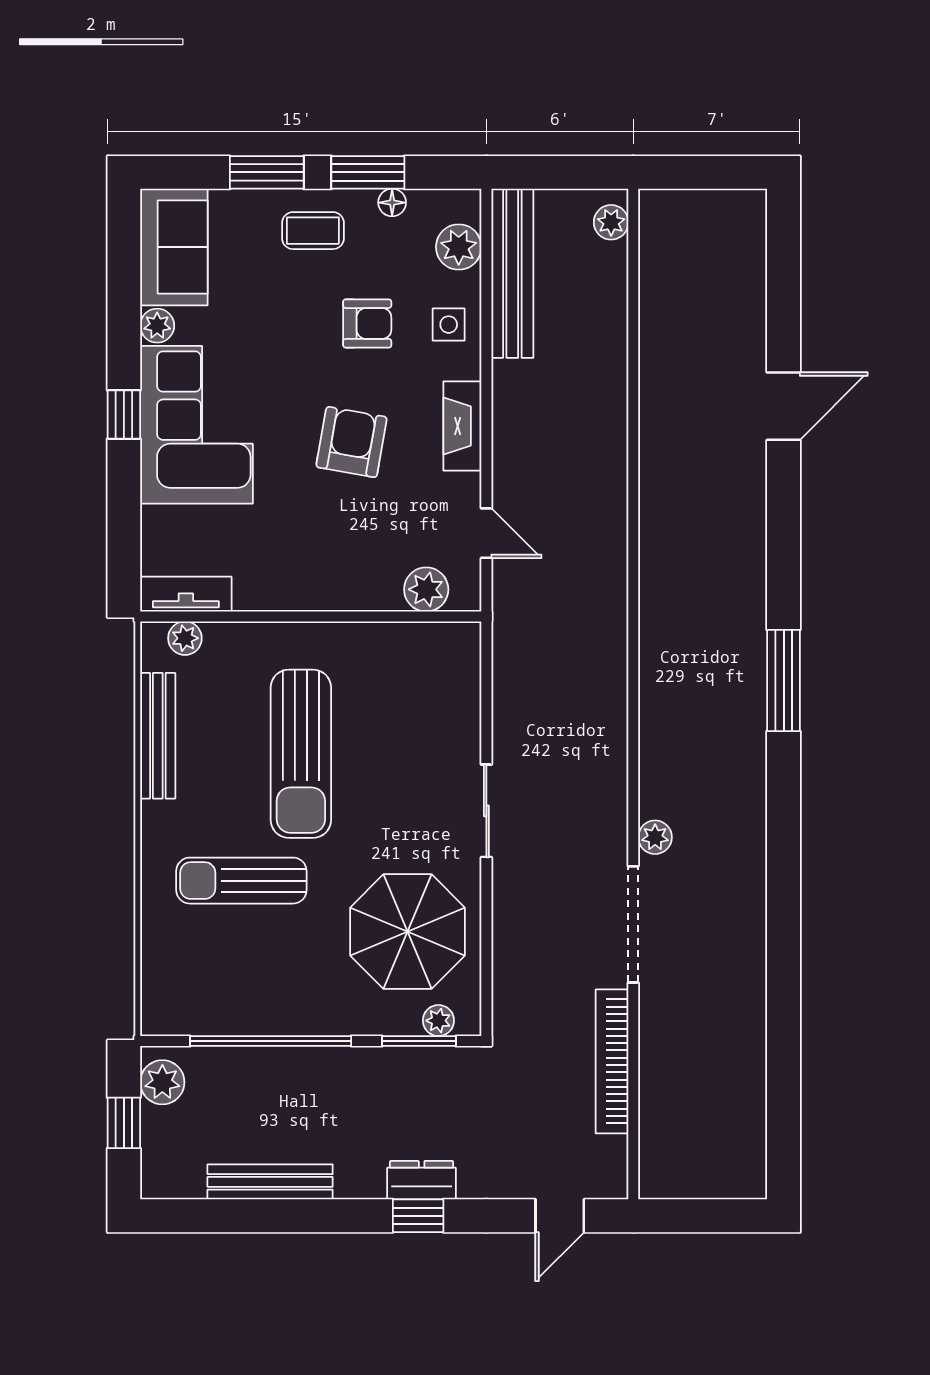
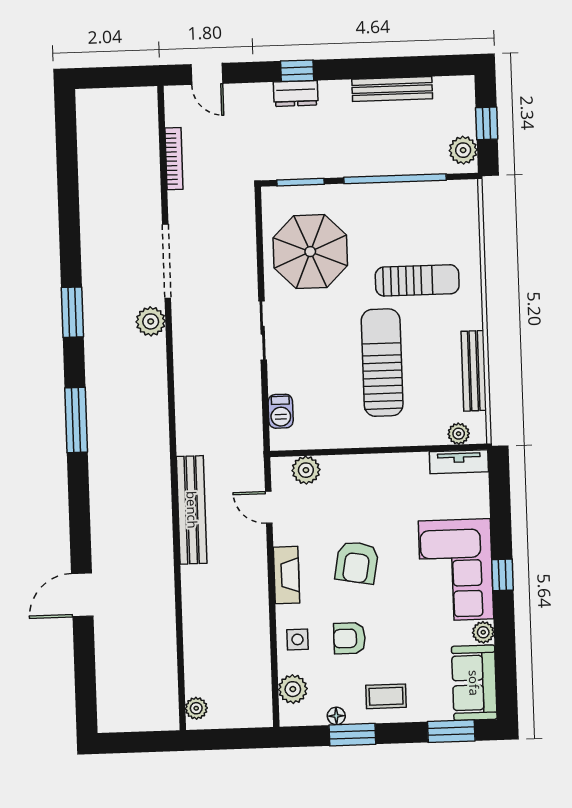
window: (267, 172) -> (451, 731), moved
bench: (512, 273) -> (192, 510), moved
barbecue: (463, 683) -> (281, 411), added
plant: (655, 837) -> (151, 321), width x1.38, depth x1.38
window: (784, 850) -> (72, 312), added
plant: (438, 1021) -> (289, 196), removed
bookcase: (612, 1061) -> (174, 159), width x0.68, depth x0.76
door: (560, 1216) -> (207, 74), swing flipped

